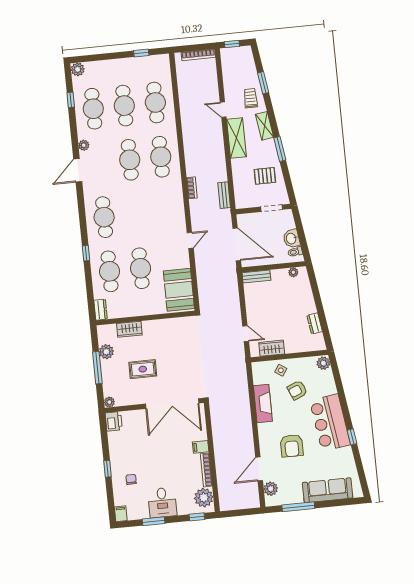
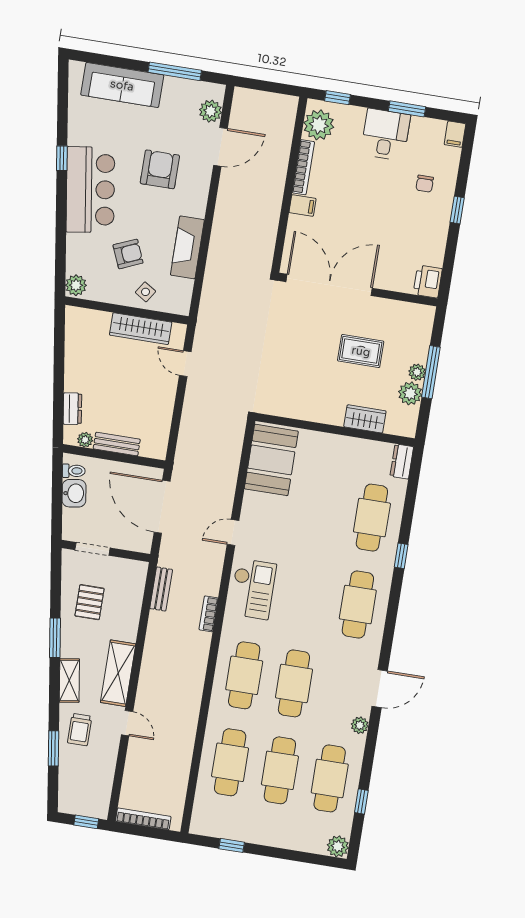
pallet: (265, 176) -> (90, 602), turned 90
checkout: (169, 210) -> (253, 589), added
cafe table: (141, 268) -> (322, 510), removed
bench: (256, 276) -> (117, 444), moved
dresser: (315, 323) -> (72, 409), moved
wardrobe: (272, 348) -> (141, 329), width x1.50
plant: (109, 402) -> (417, 372), moved

